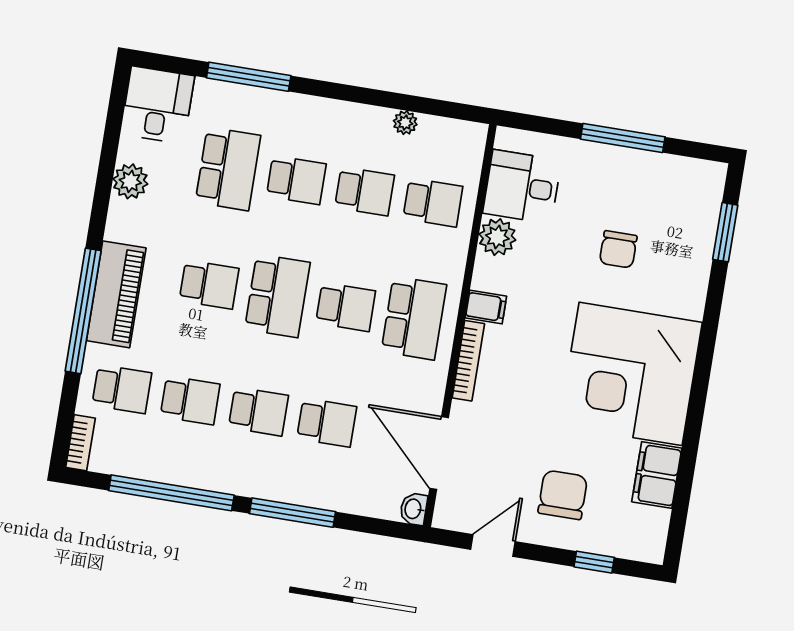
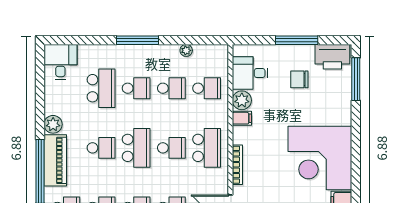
window: (249, 77) -> (137, 40), moved
plant: (130, 181) -> (53, 124), moved
printer: (687, 181) -> (332, 57), added
window: (725, 232) -> (356, 79), width x1.44
chair: (618, 249) -> (299, 79), moved, turned 90
filing cabinet: (486, 307) -> (242, 118), moved

